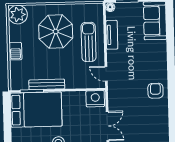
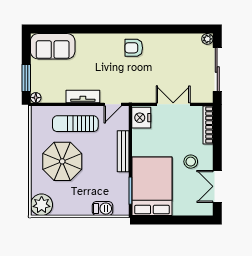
tv unit: (112, 35) -> (83, 96), moved
barbecue: (15, 51) -> (102, 209), moved
bench: (47, 84) -> (123, 151), moved

